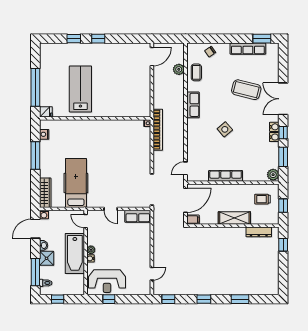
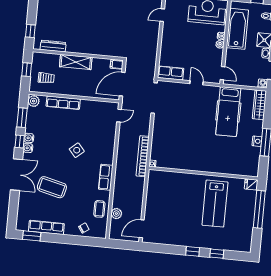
nightstand: (44, 134) -> (257, 141), moved
row of seats: (226, 176) -> (63, 103), moved
bathtub: (75, 254) -> (237, 29), moved

